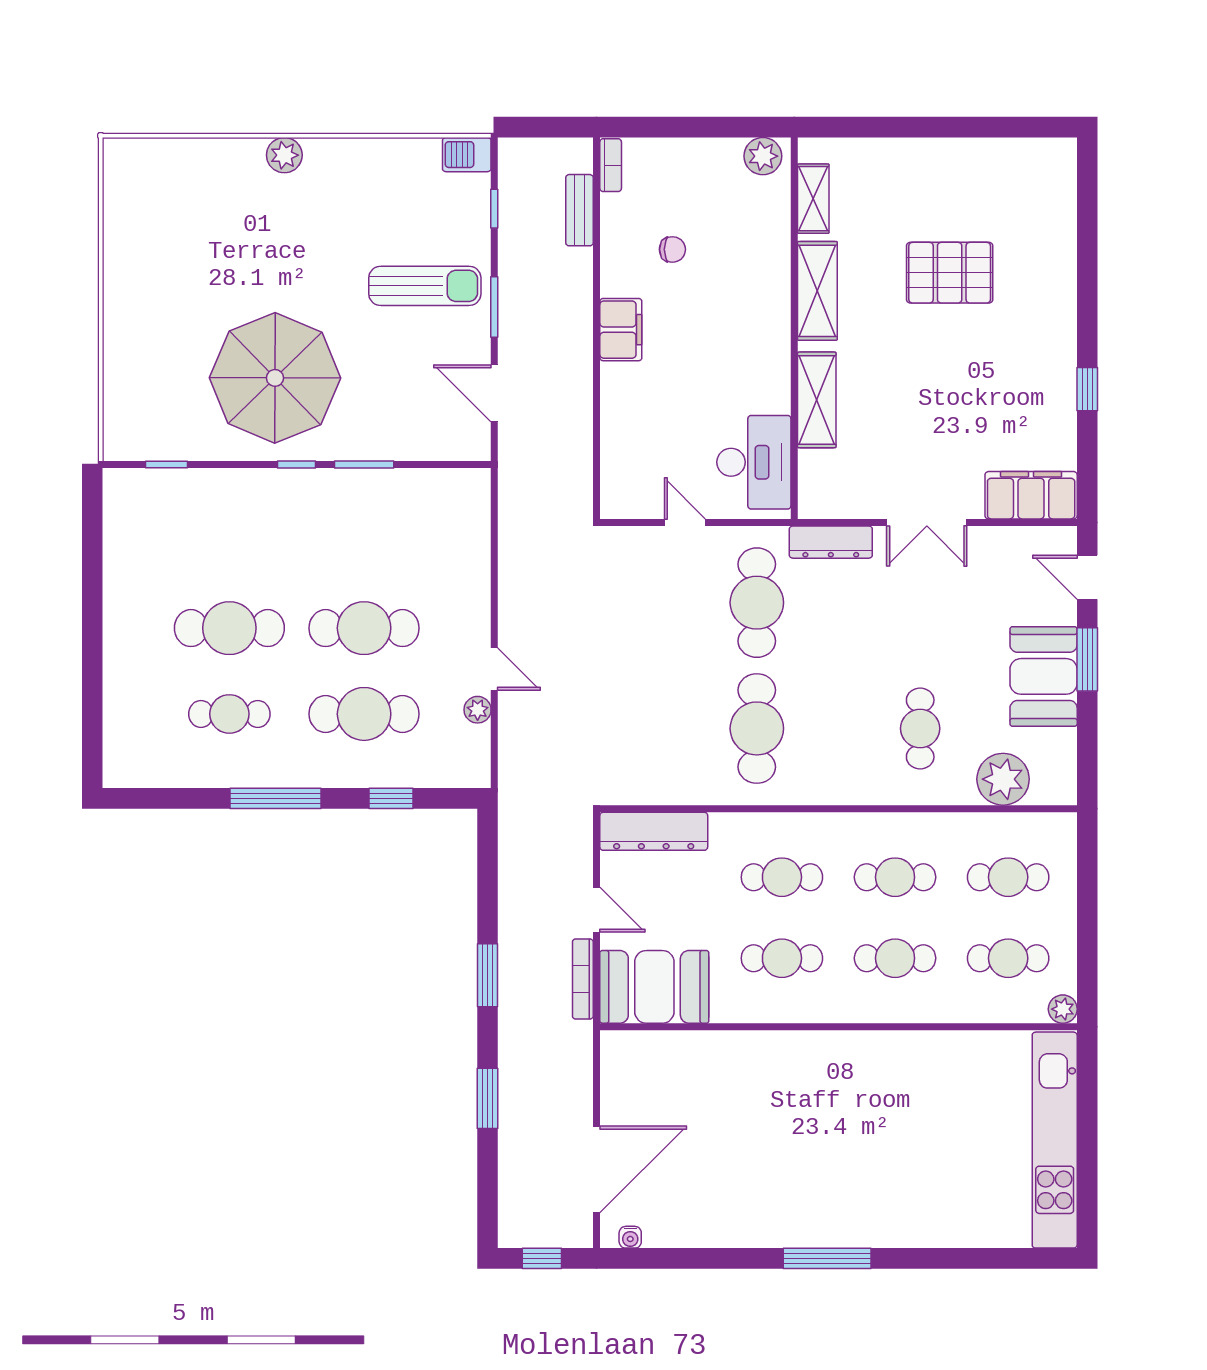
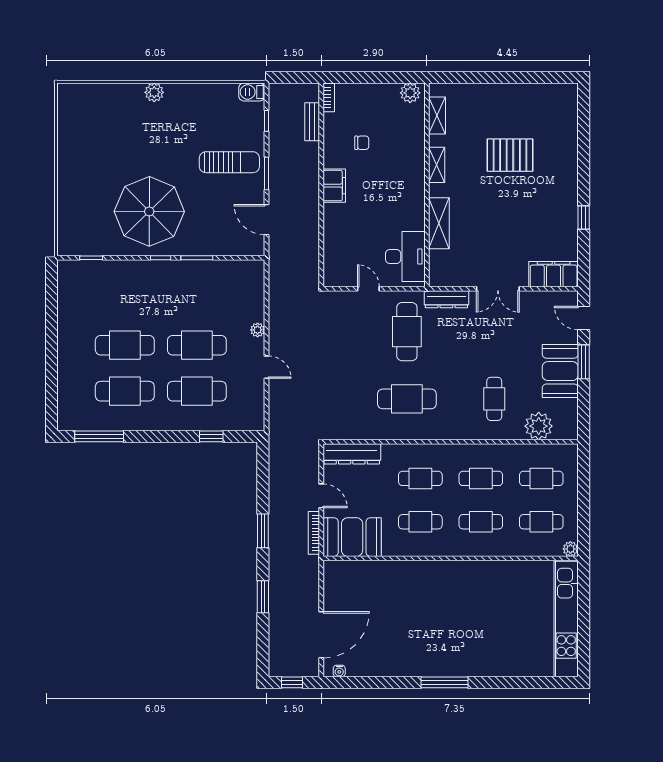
shelving: (817, 291) -> (437, 165), width x0.67, depth x0.75
plant: (478, 710) -> (258, 330), moved
cafe table: (229, 714) -> (125, 391), width x1.37, depth x1.35
cafe table: (757, 728) -> (407, 399), turned 90
window: (275, 798) -> (99, 436), moved

